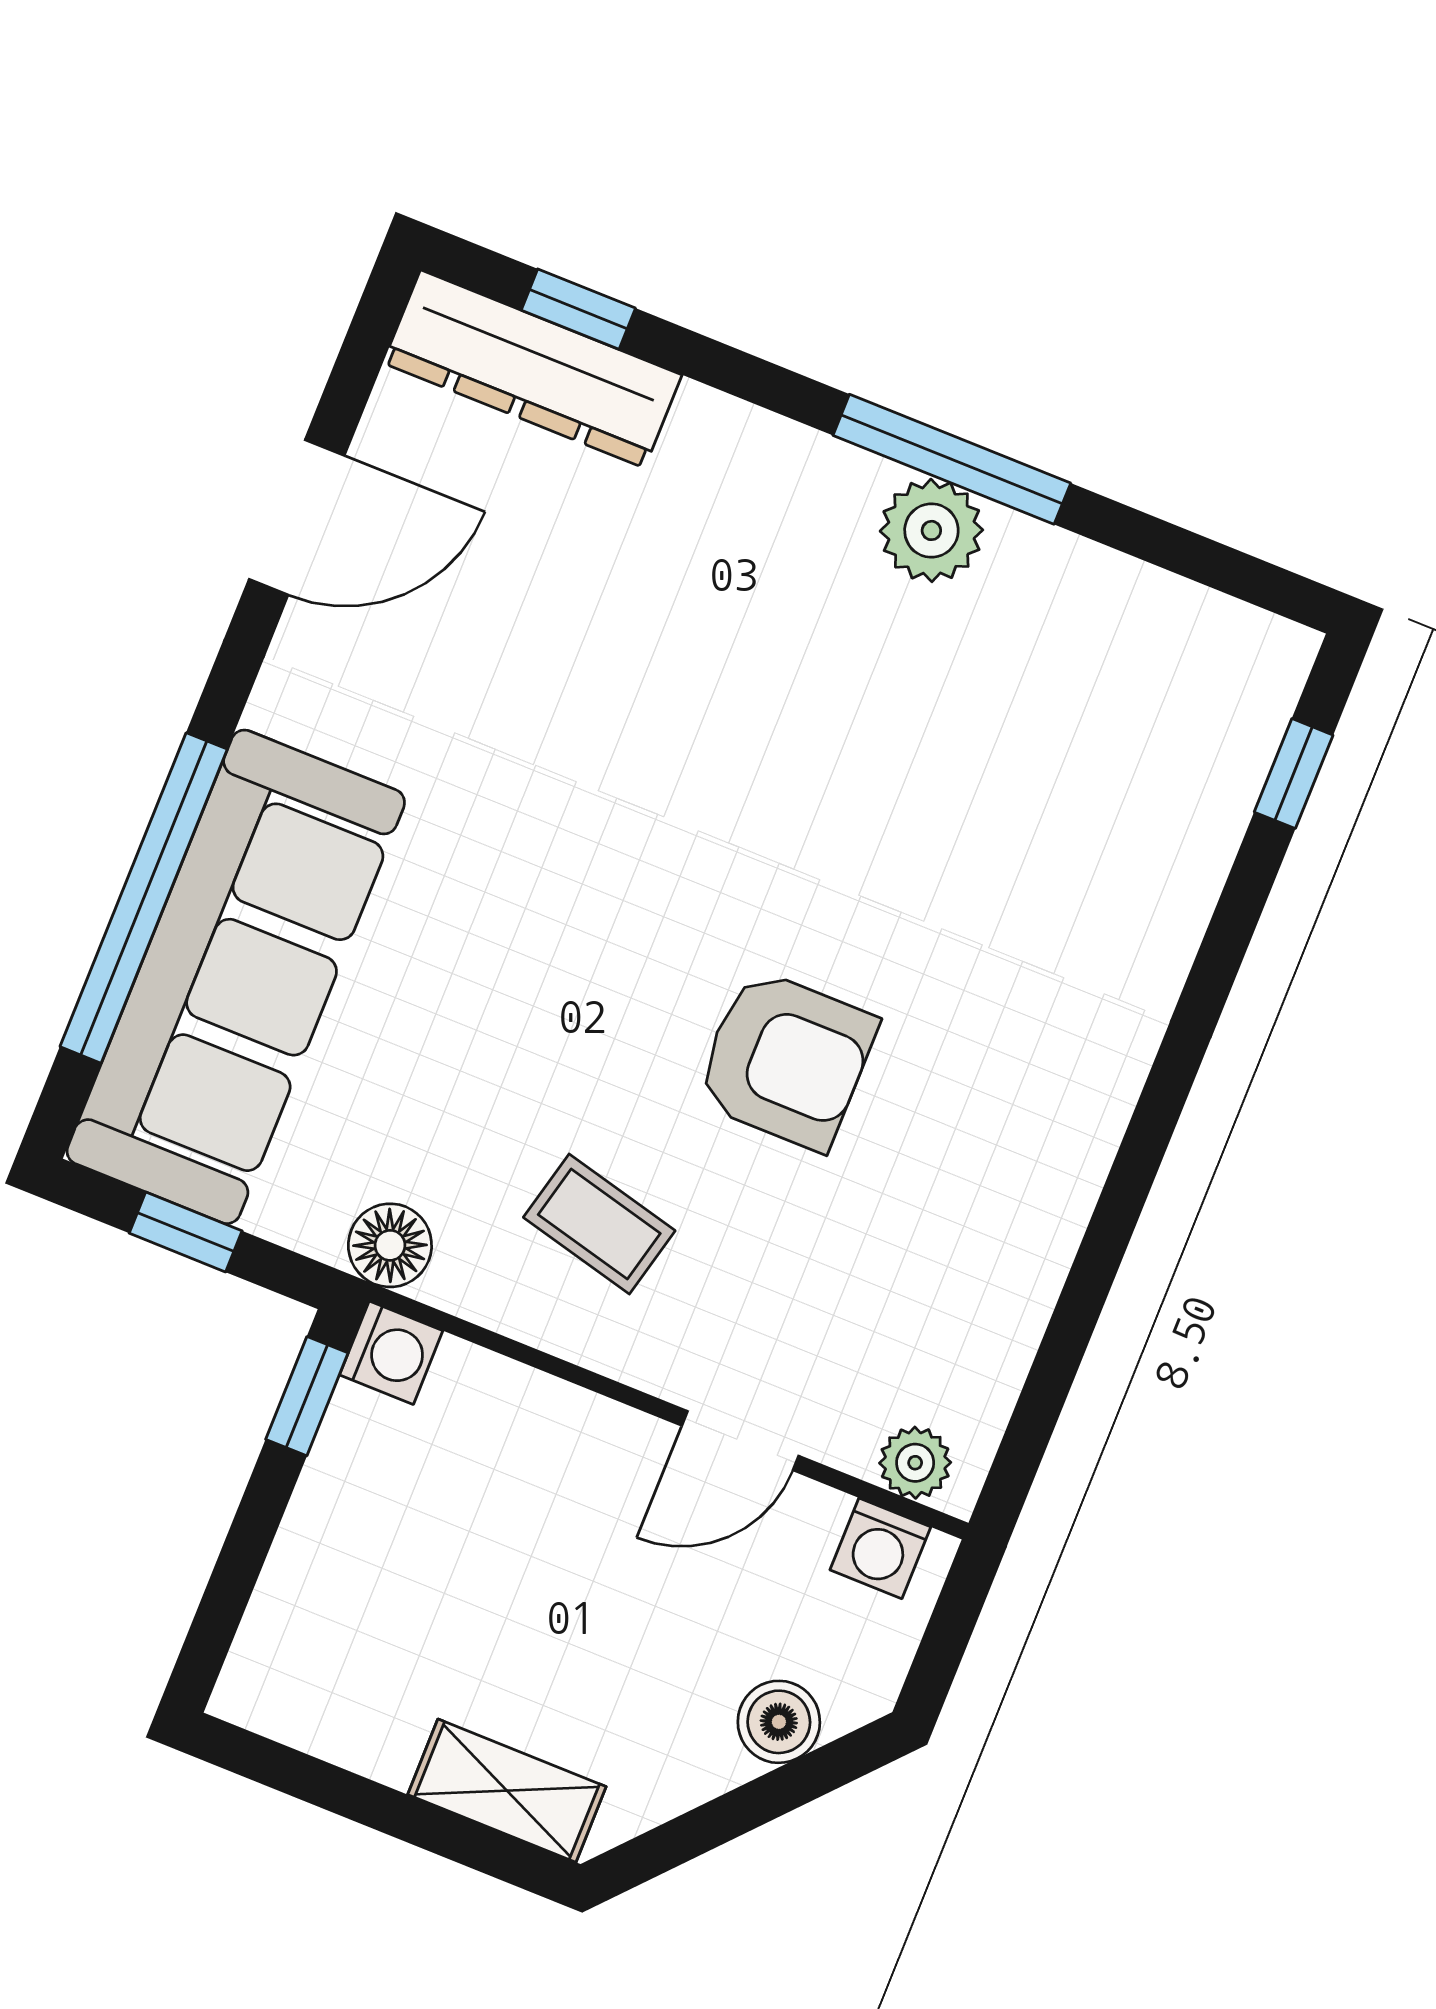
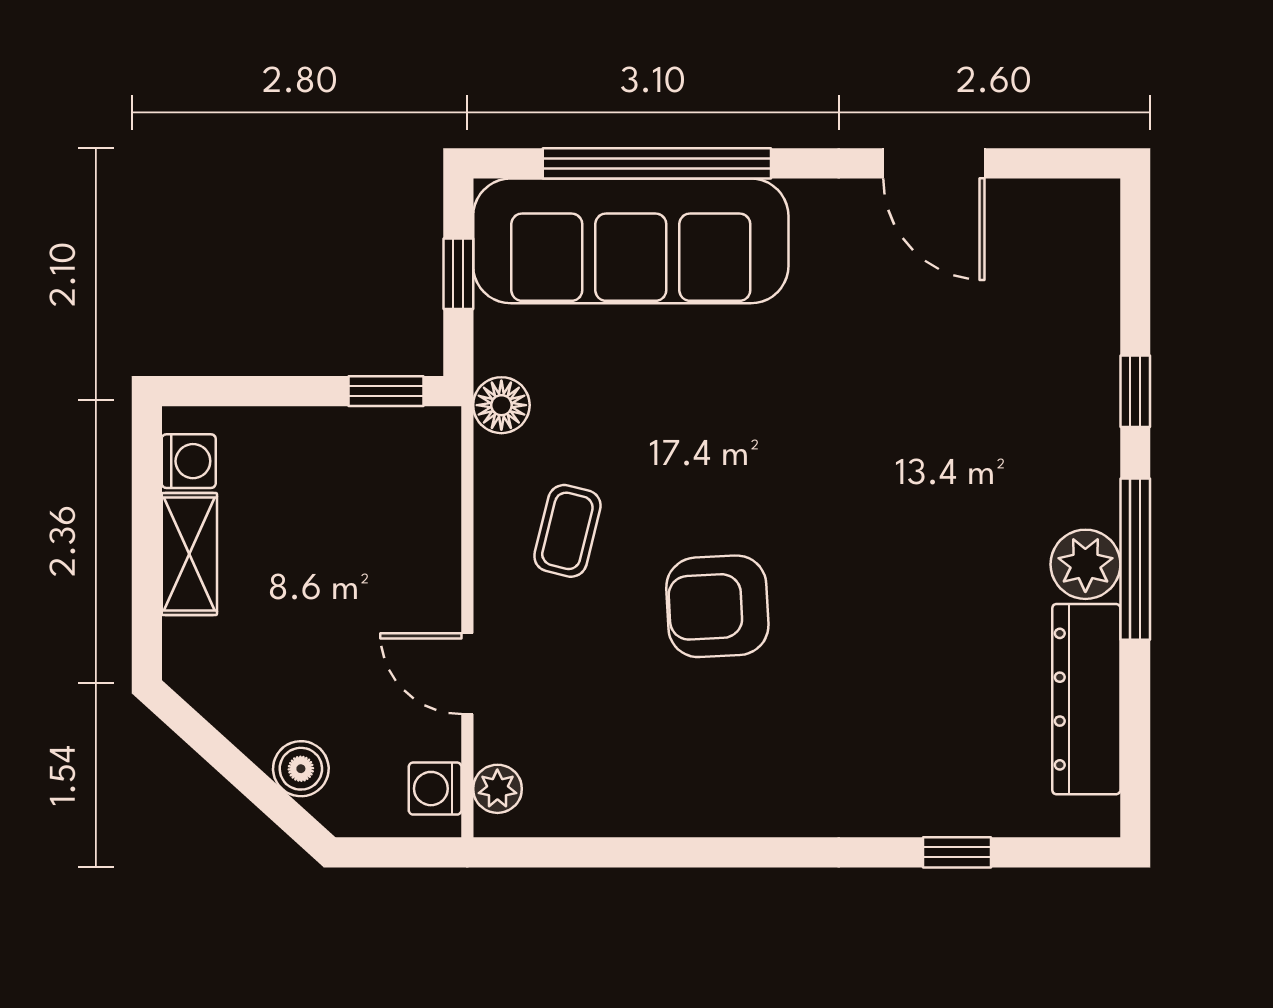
window: (578, 309) -> (1135, 391), moved
dresser: (532, 369) -> (1086, 699), moved
window: (1294, 774) -> (957, 852), moved
armchair: (786, 1060) -> (717, 606), turned 87
washing machine: (391, 1353) -> (189, 461), moved, turned -90
shelving: (507, 1791) -> (189, 554), moved

